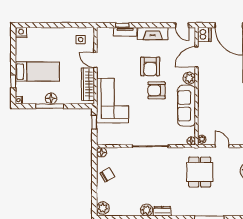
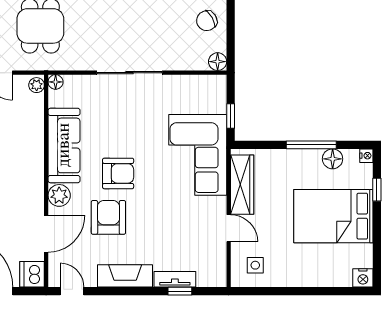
armchair: (150, 66) -> (108, 217), moved
bed: (37, 72) -> (333, 216), width x1.50
floor lamp: (51, 98) -> (333, 159), moved

